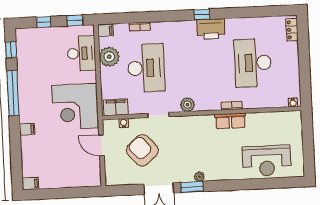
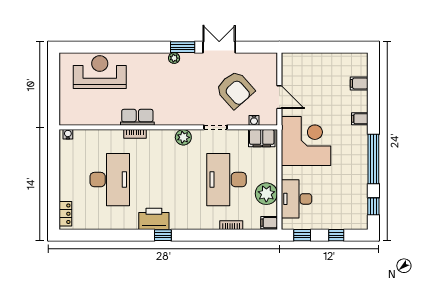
filing cabinet: (30, 184) -> (359, 83), moved

